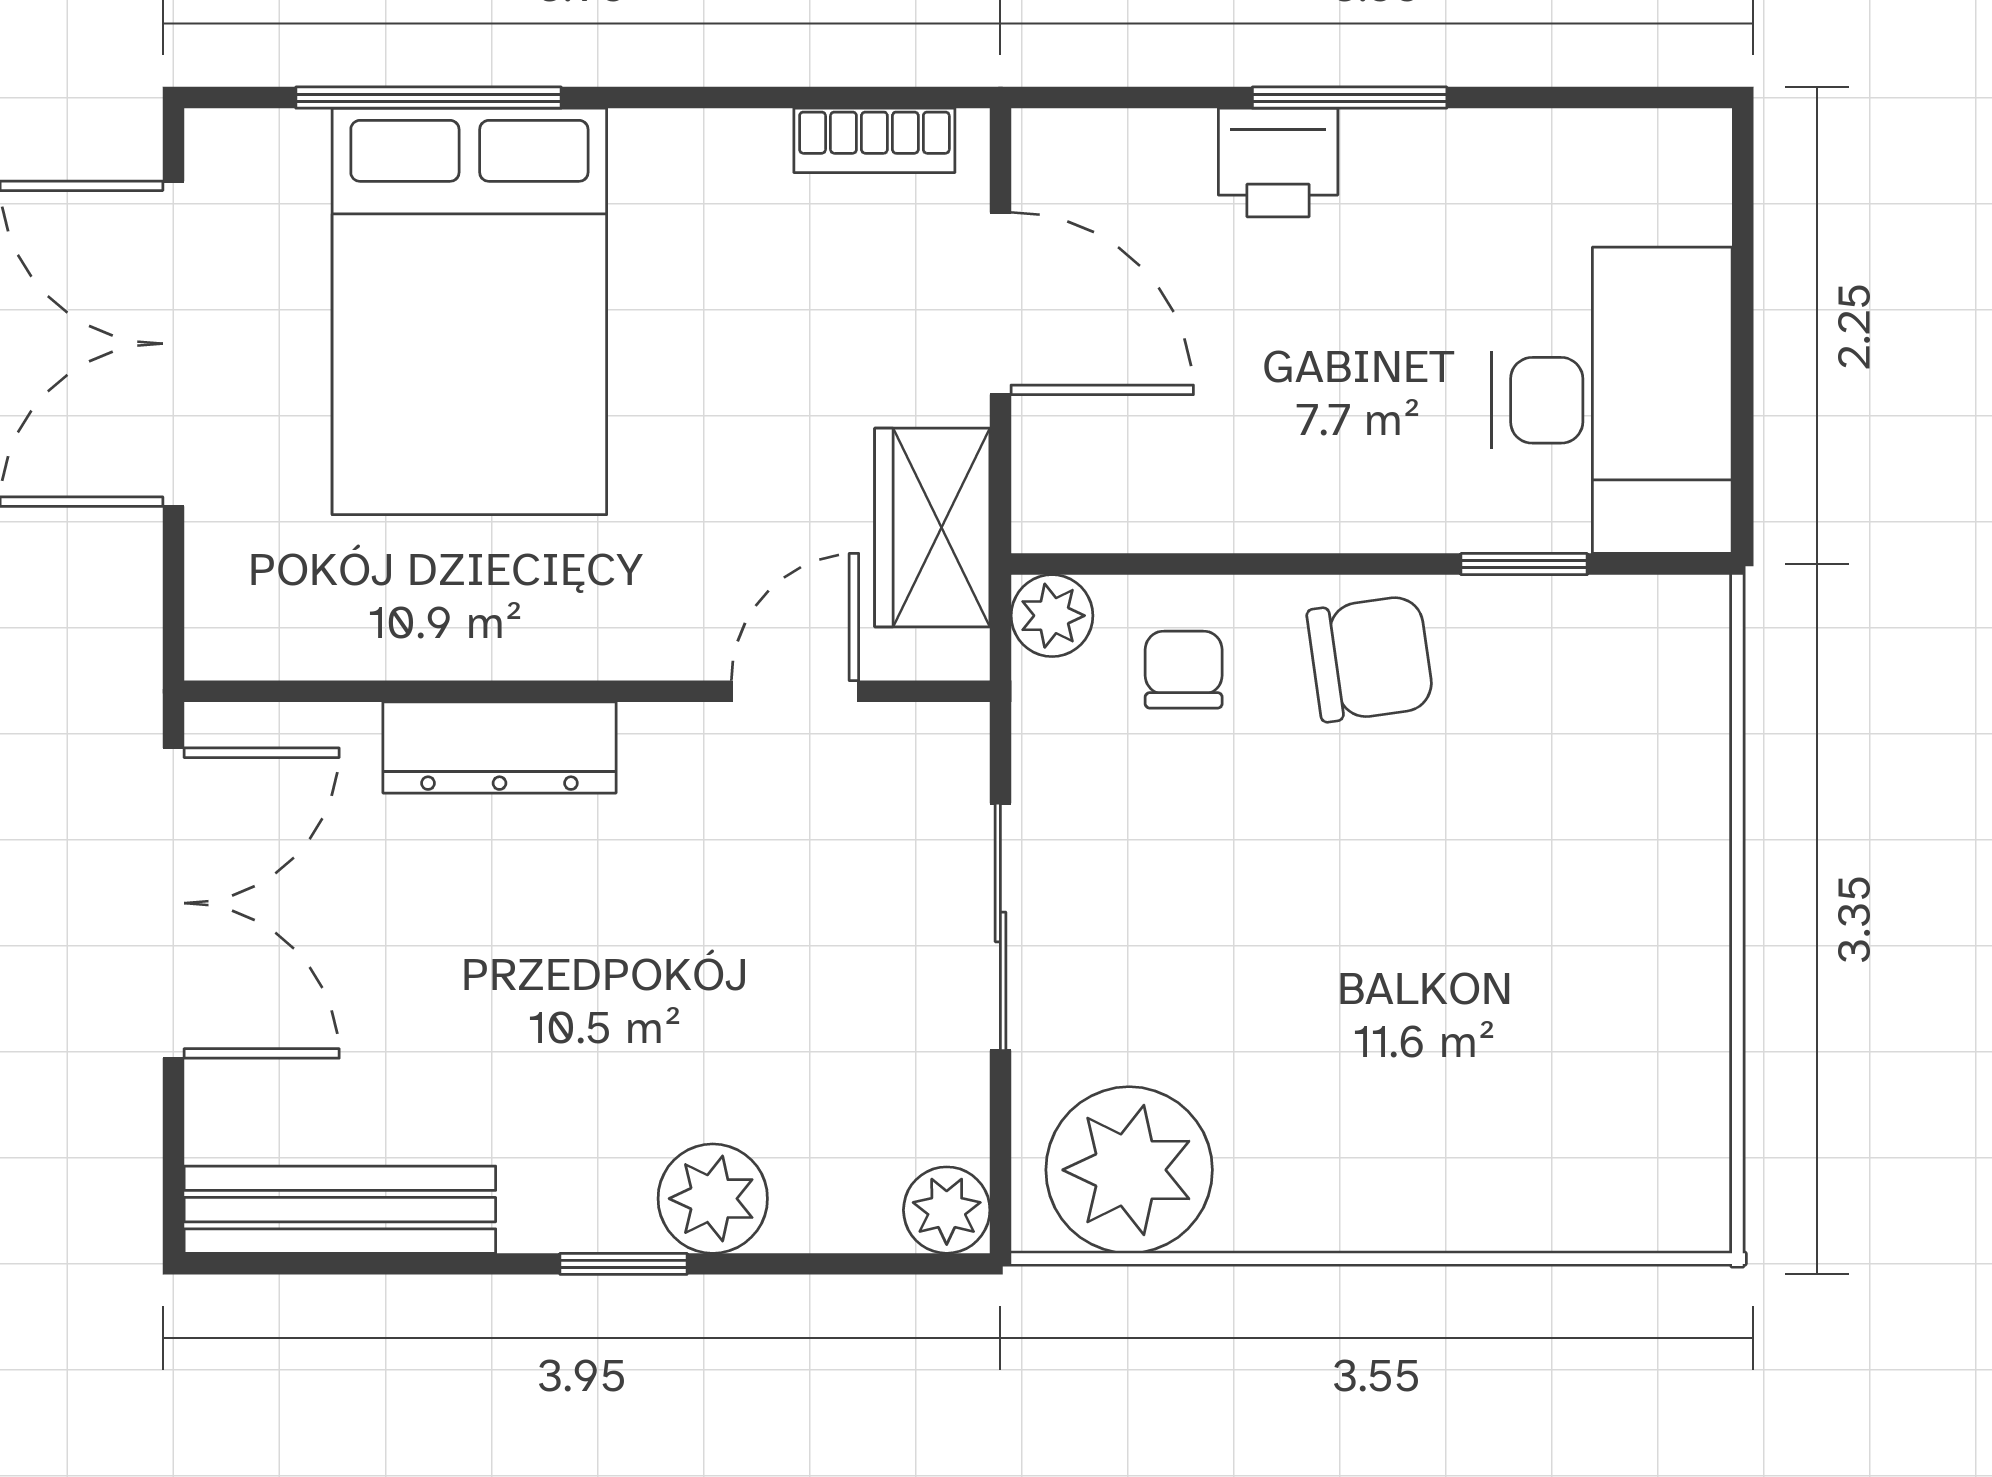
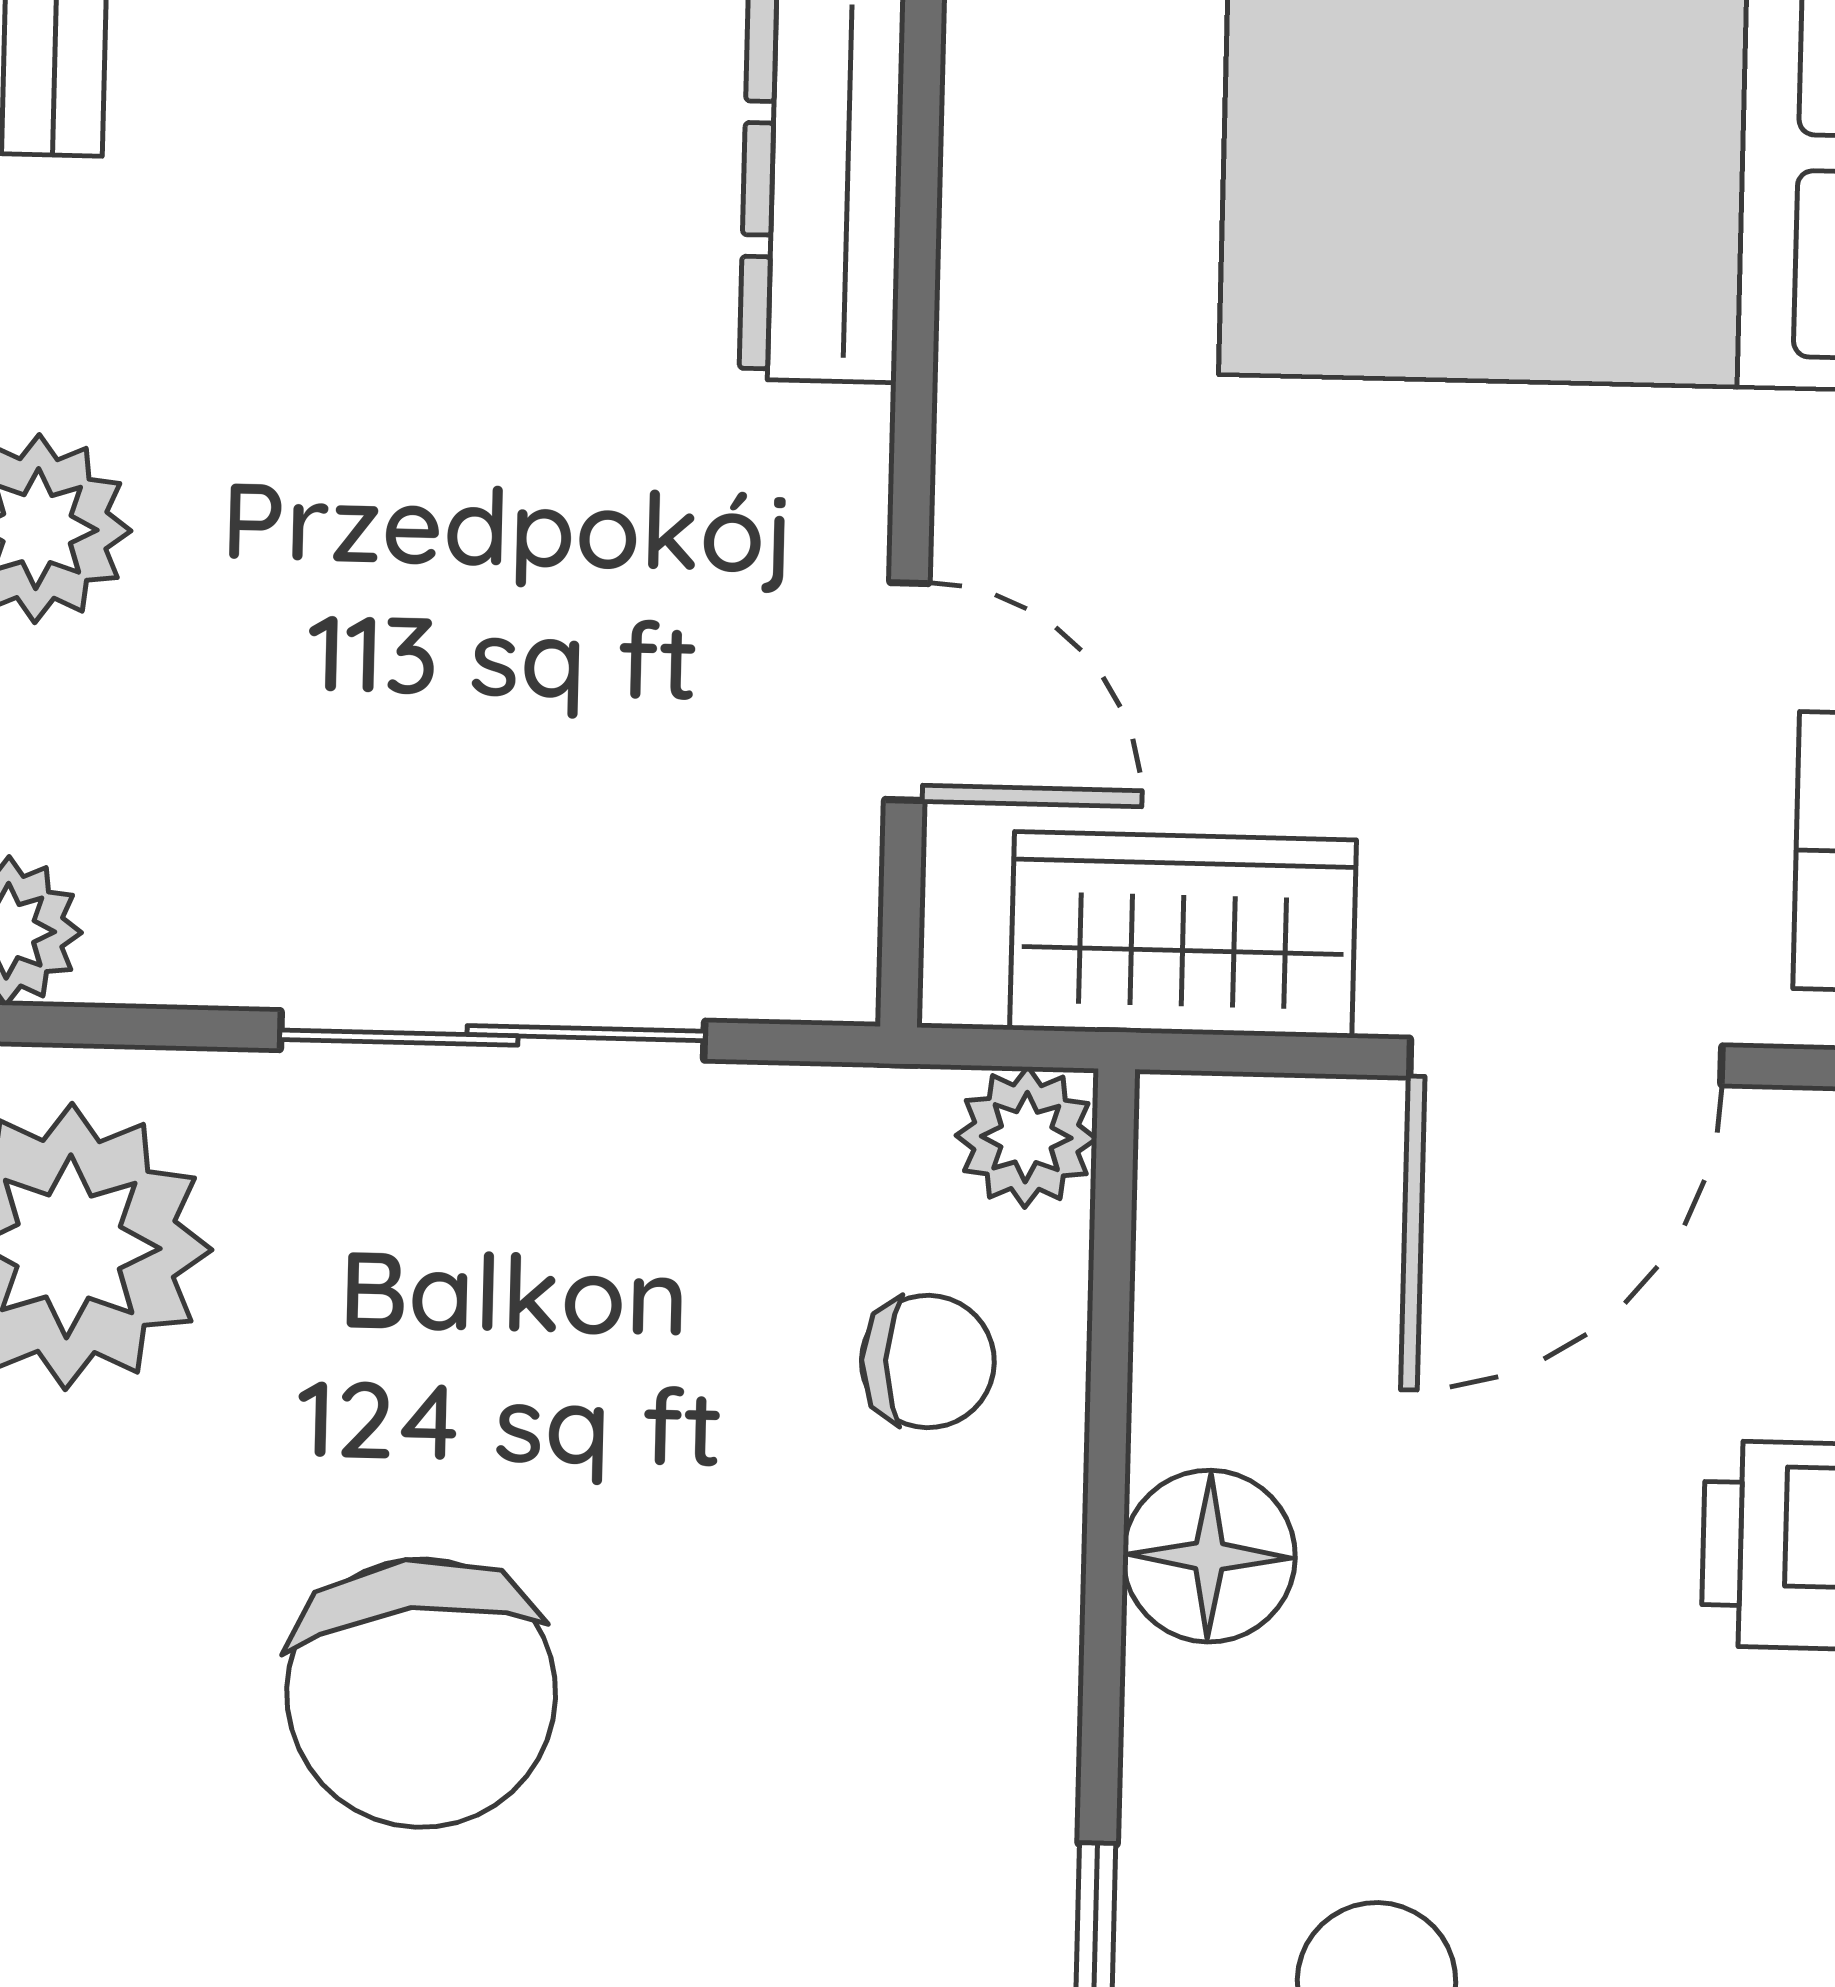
floor lamp: (1293, 504) -> (1209, 1556), added
chair: (1370, 659) -> (421, 1693), moved, width x1.37, depth x1.37

